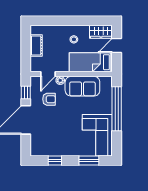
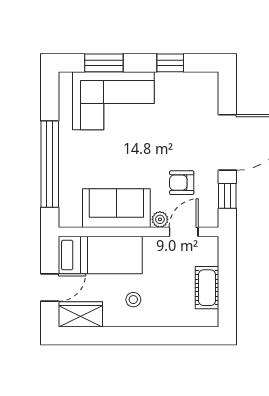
corner sofa: (97, 135) -> (113, 101), moved, turned 90

